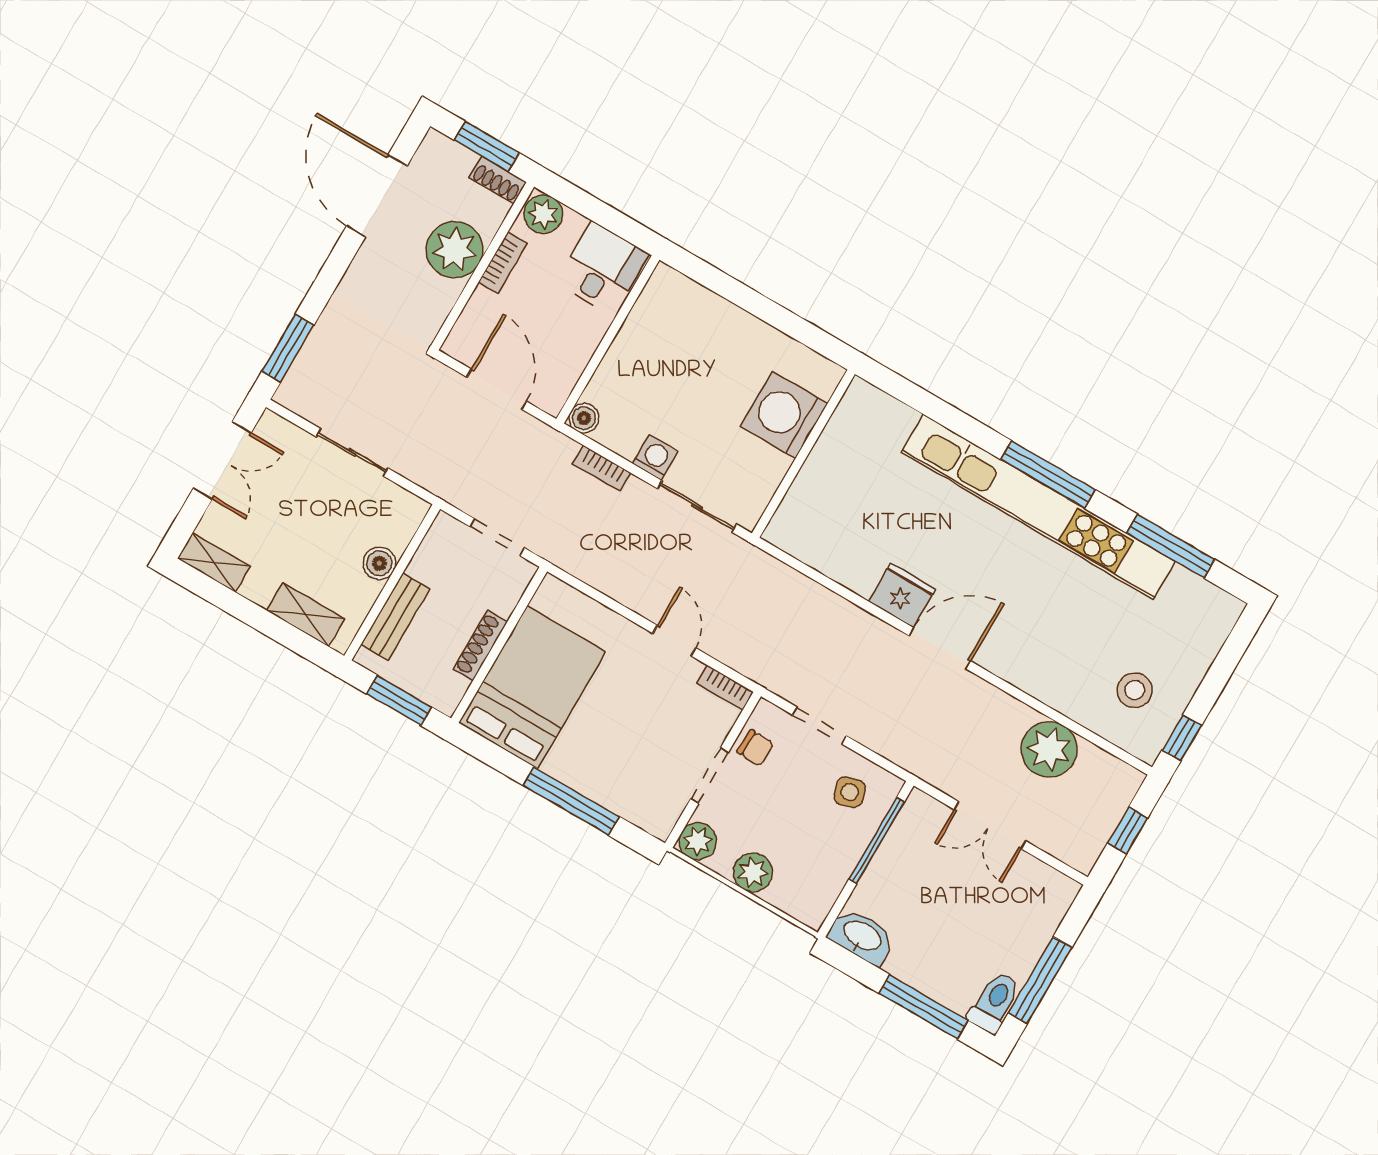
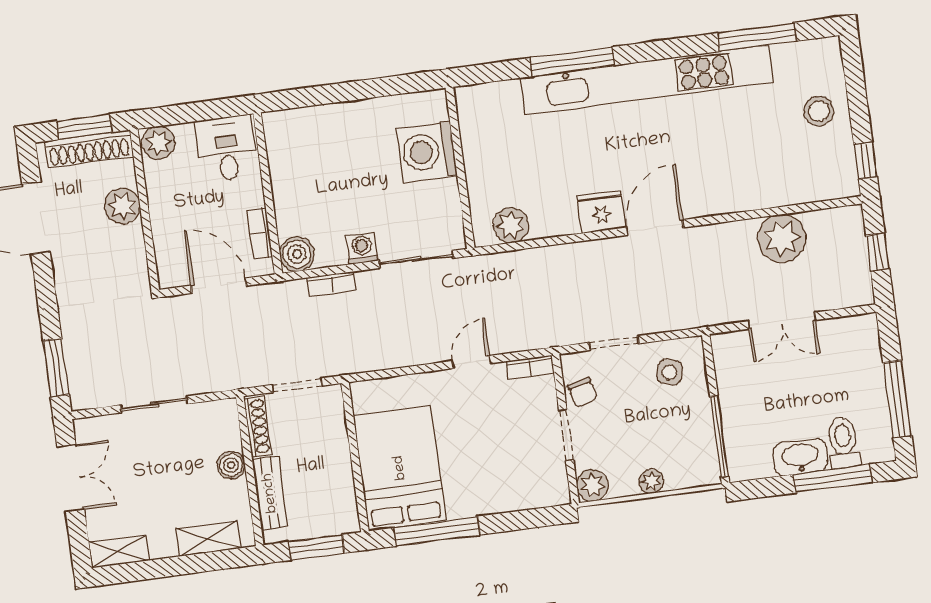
shoe rack: (498, 180) -> (89, 149), width x1.94, depth x1.24
plant: (455, 250) -> (122, 206), width x0.73, depth x0.73
bookcase: (503, 263) -> (259, 233), moved, turned 180
boiler: (584, 418) -> (297, 254), width x1.36, depth x1.36
window: (1048, 475) -> (572, 62), moved
plant: (809, 543) -> (511, 225), added
door: (674, 641) -> (471, 362), hinge flipped
shoe rack: (480, 646) -> (257, 427), moved, turned 180
stool: (1135, 690) -> (819, 111), moved
chair: (755, 748) -> (582, 392), turned 74
side table: (850, 792) -> (669, 372), turned 32
window: (571, 801) -> (437, 531), moved
window: (877, 840) -> (719, 436), moved
plant: (753, 872) -> (651, 481), width x0.73, depth x0.73
washbasin: (862, 936) -> (800, 457), moved
toilet: (994, 1002) -> (843, 443), moved

